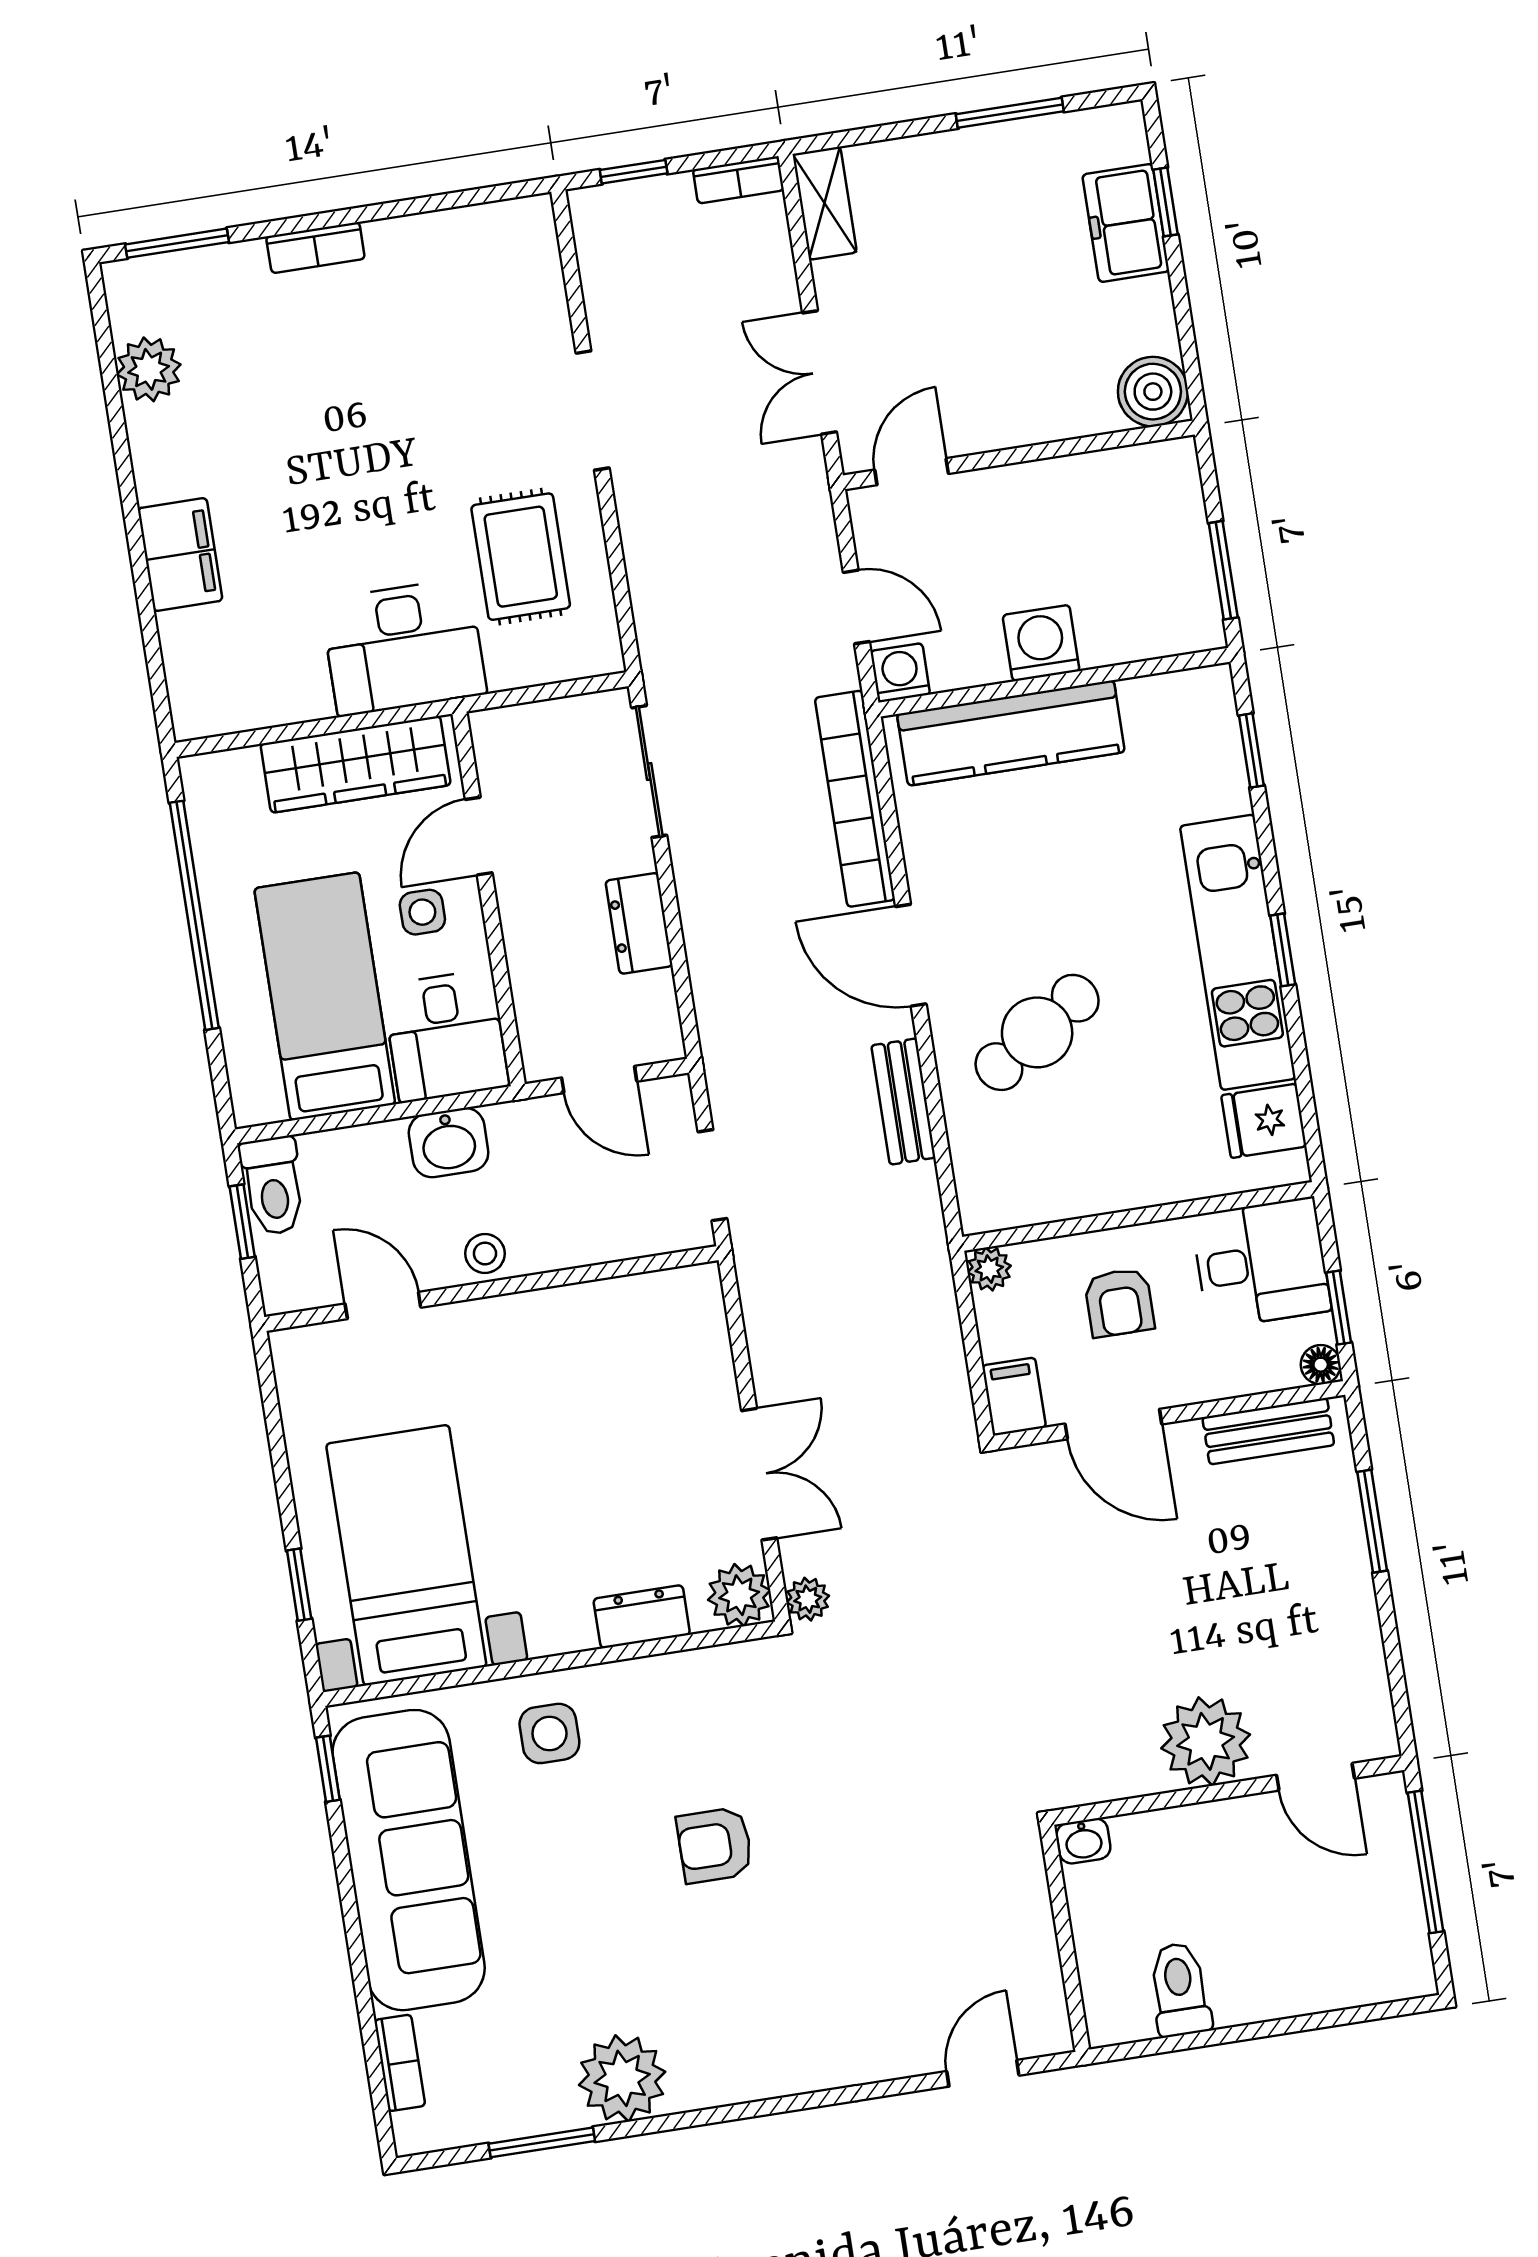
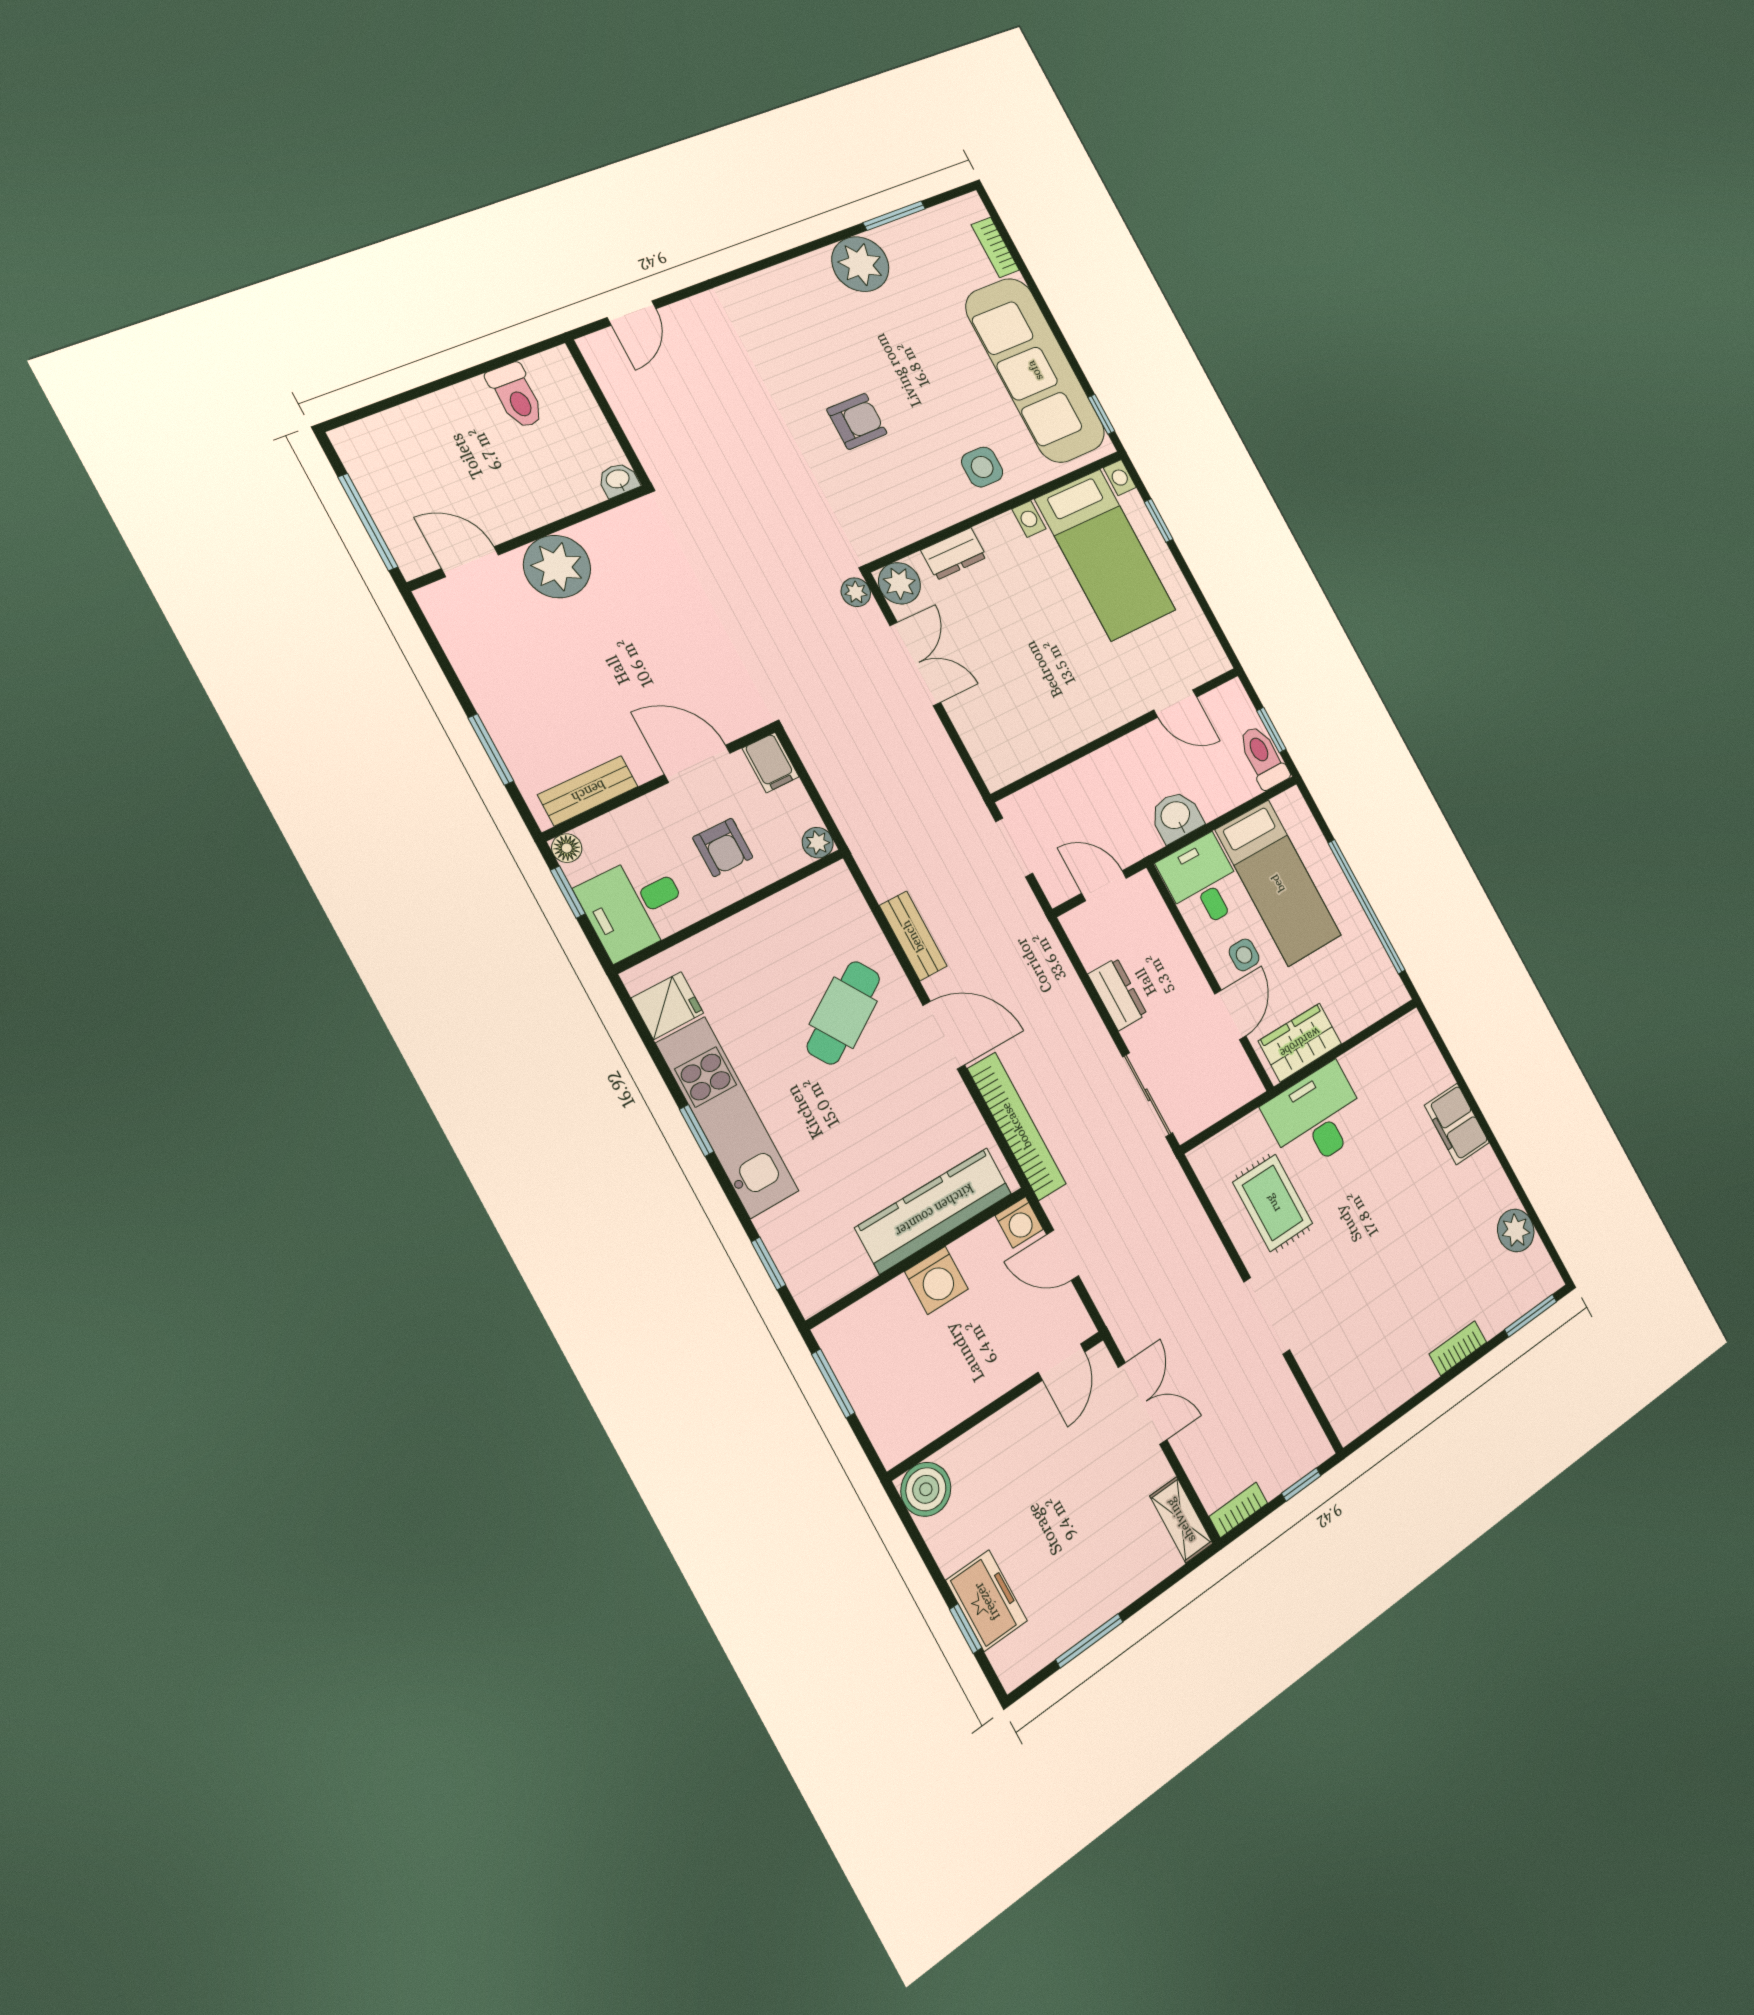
wardrobe: (356, 764) -> (1300, 1042), width x0.67
stool: (485, 1253) -> (1130, 754), removed
armchair: (1119, 1303) -> (723, 847), turned 180
double door: (759, 1474) -> (915, 664), swing flipped

